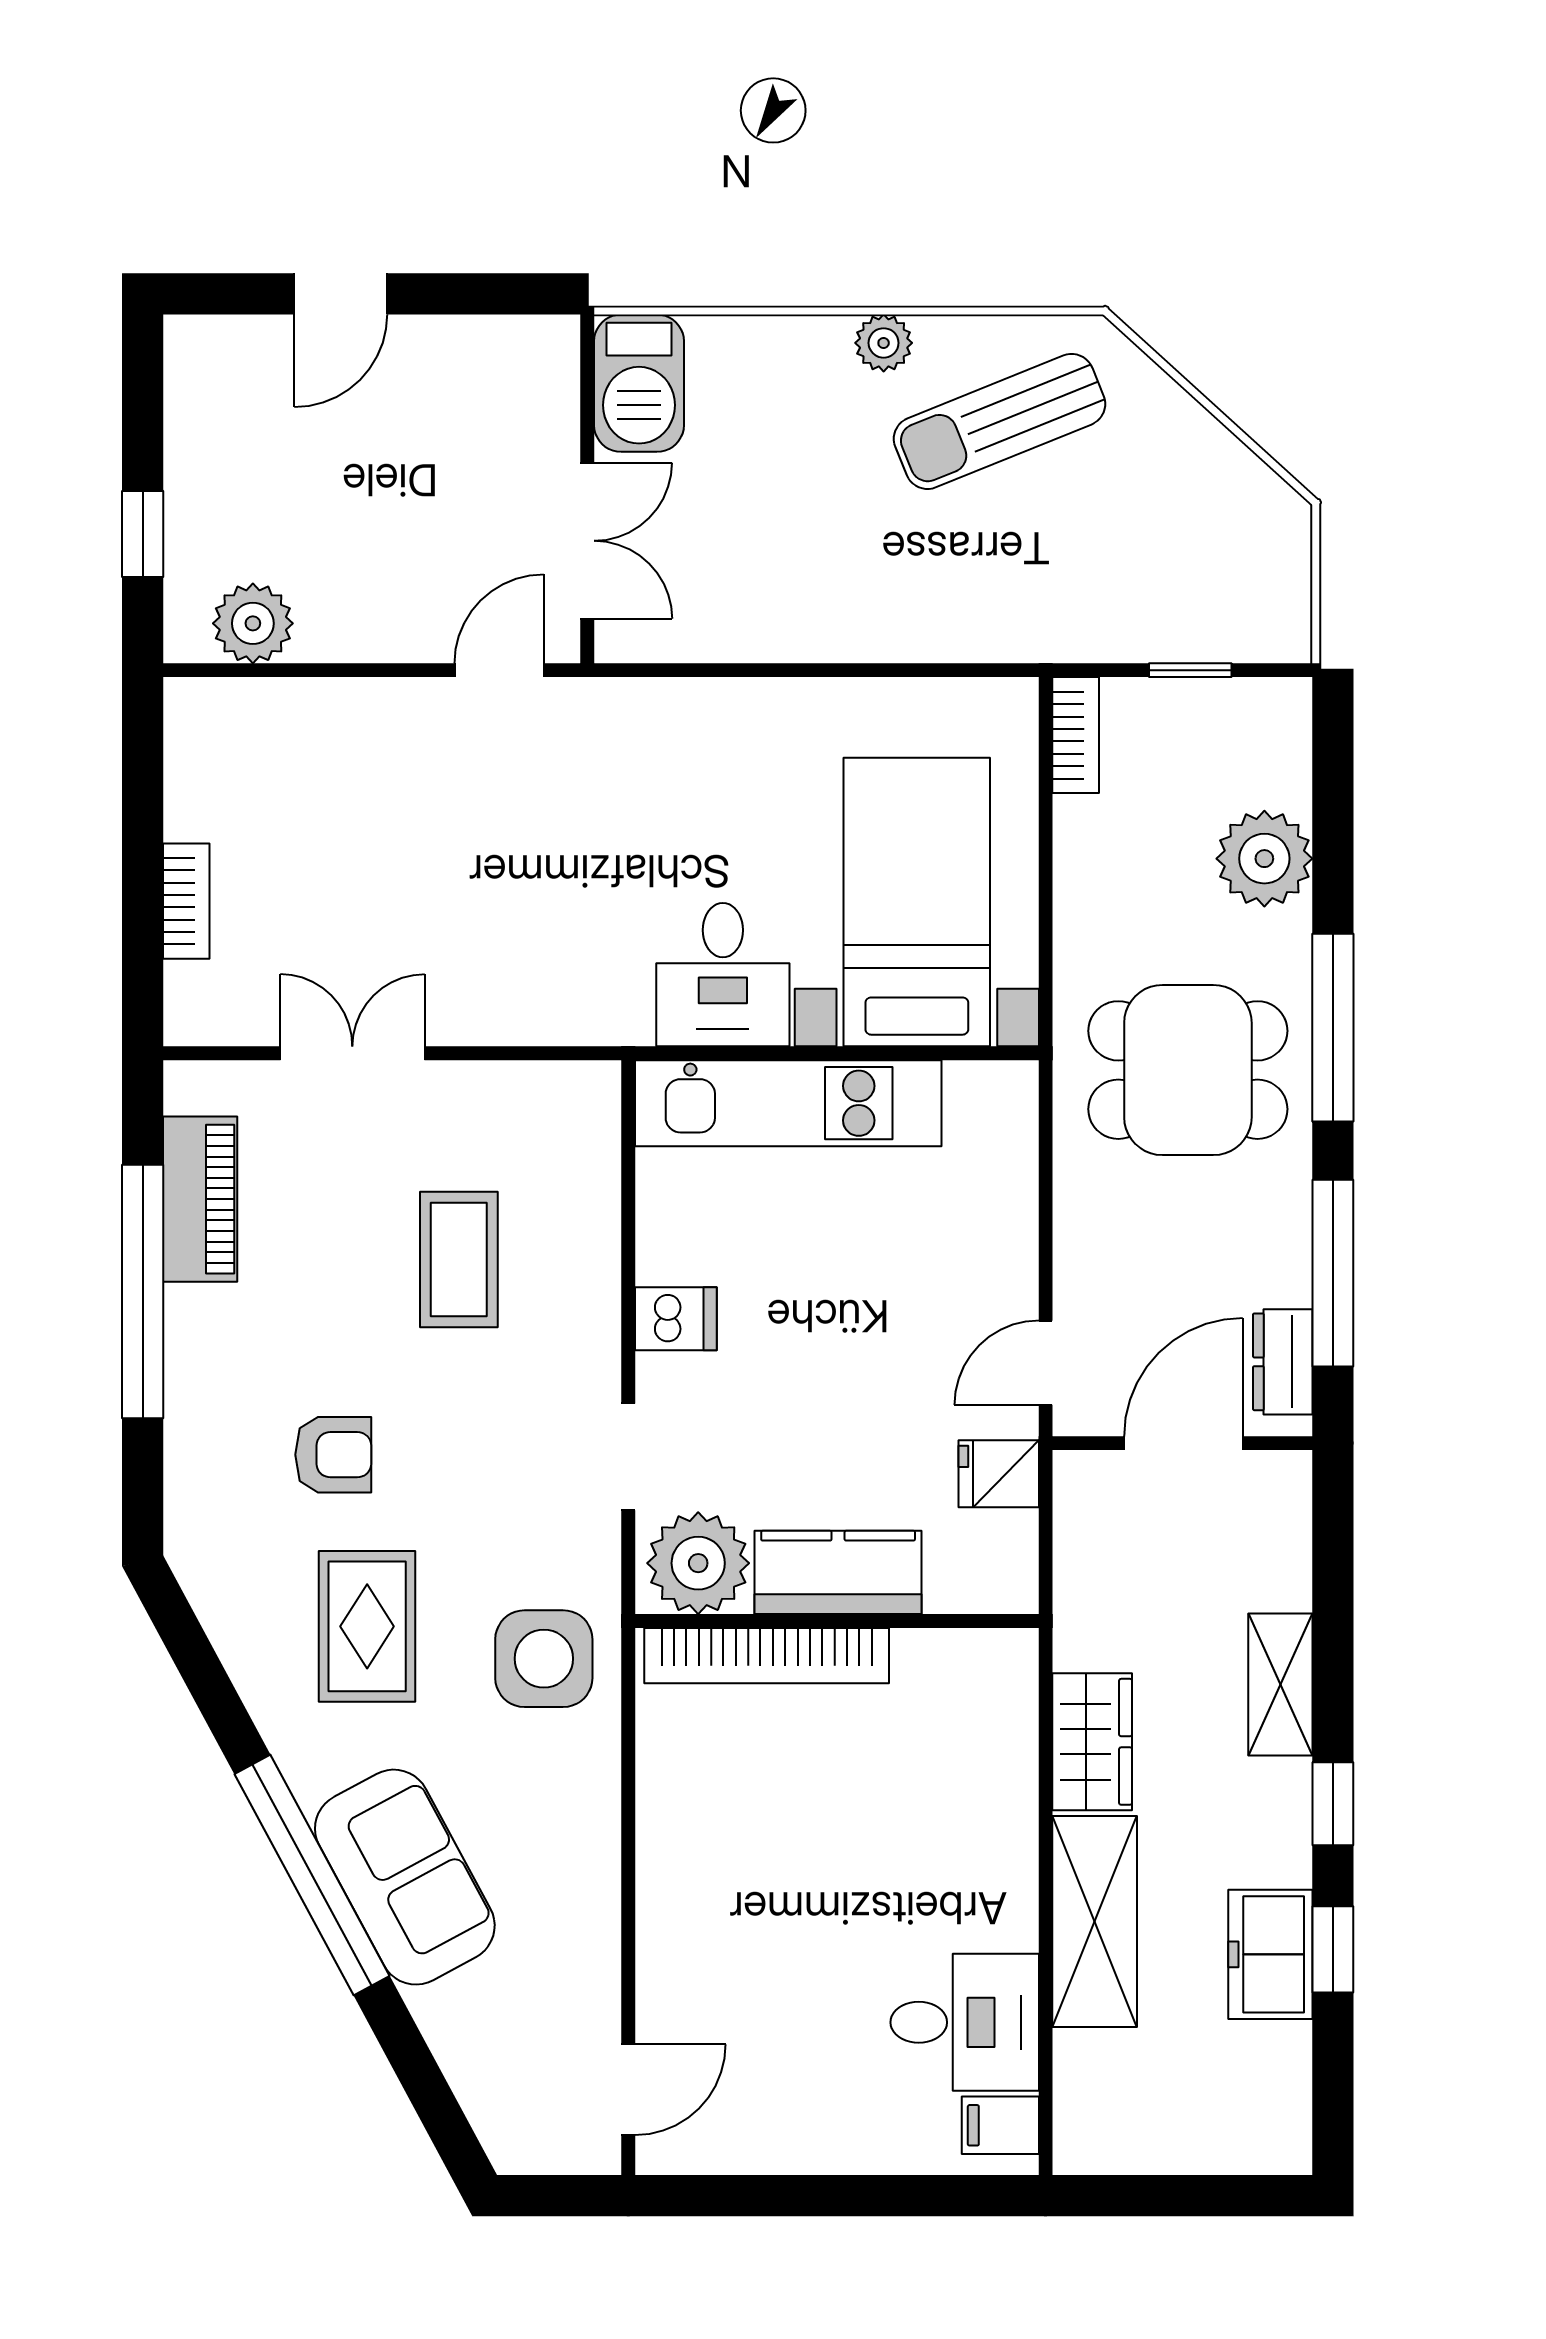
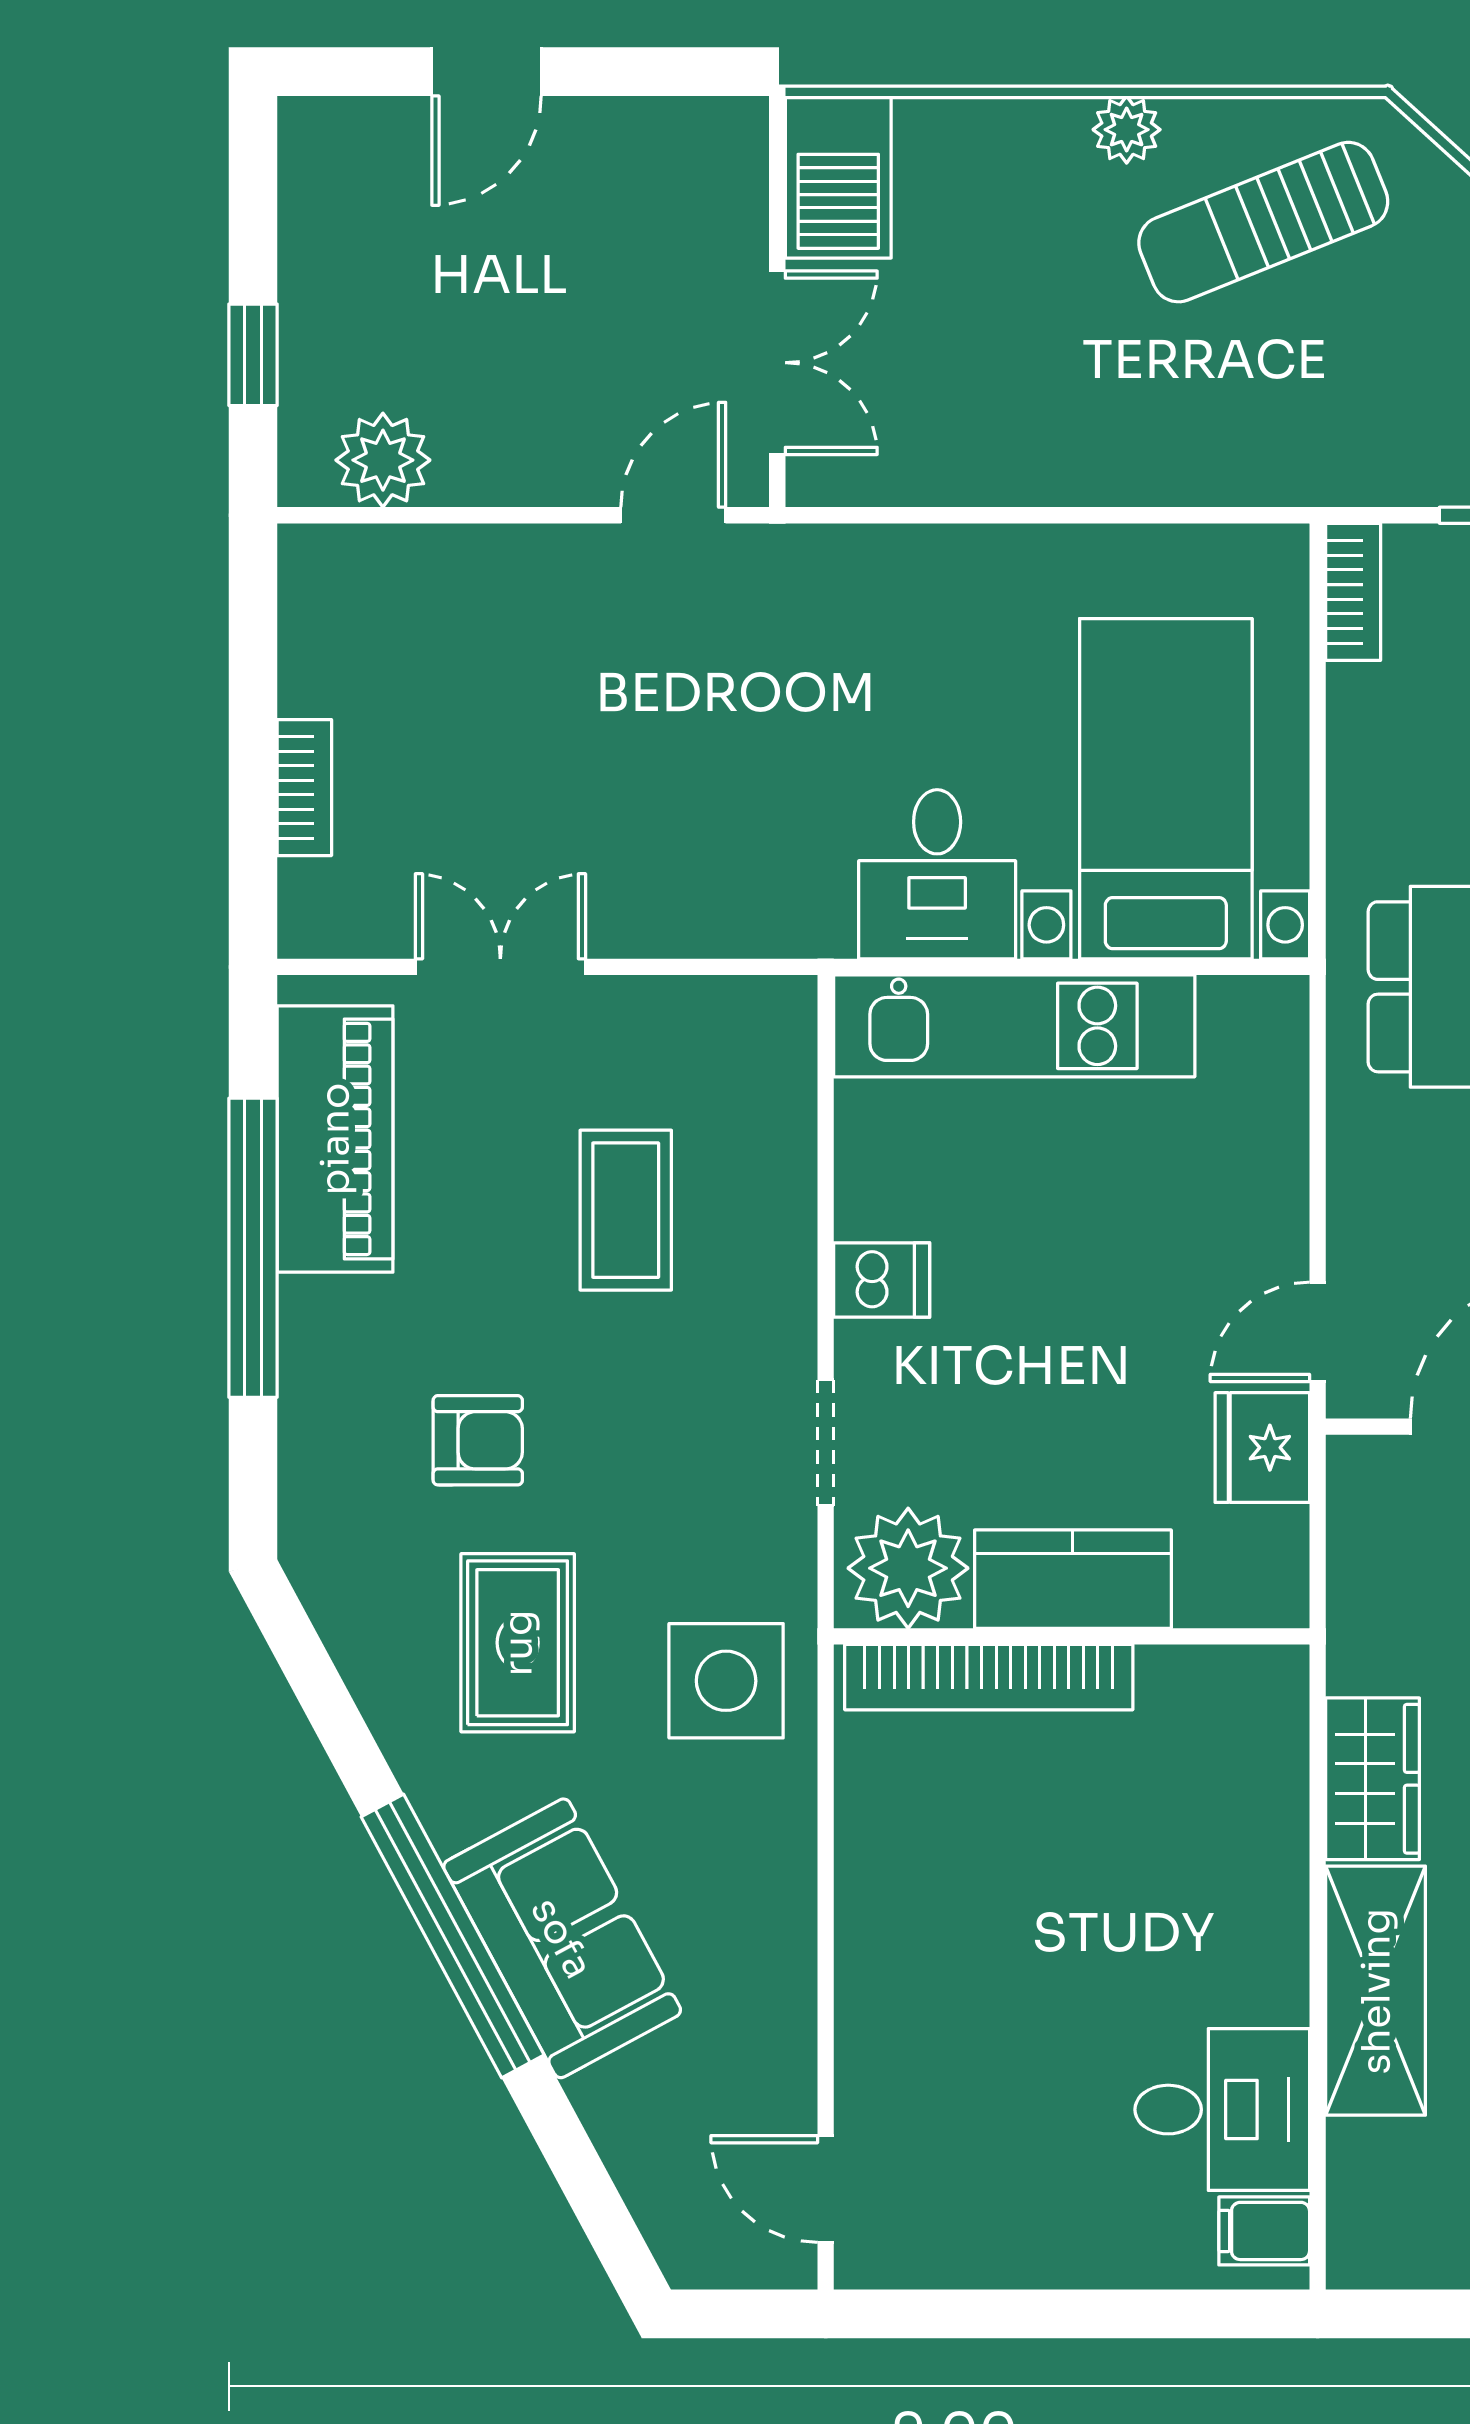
piano: (200, 1199) -> (335, 1139), width x1.37, depth x1.33
fridge: (999, 1474) -> (1262, 1448), width x1.38
door: (628, 2090) -> (826, 2189), swing flipped

